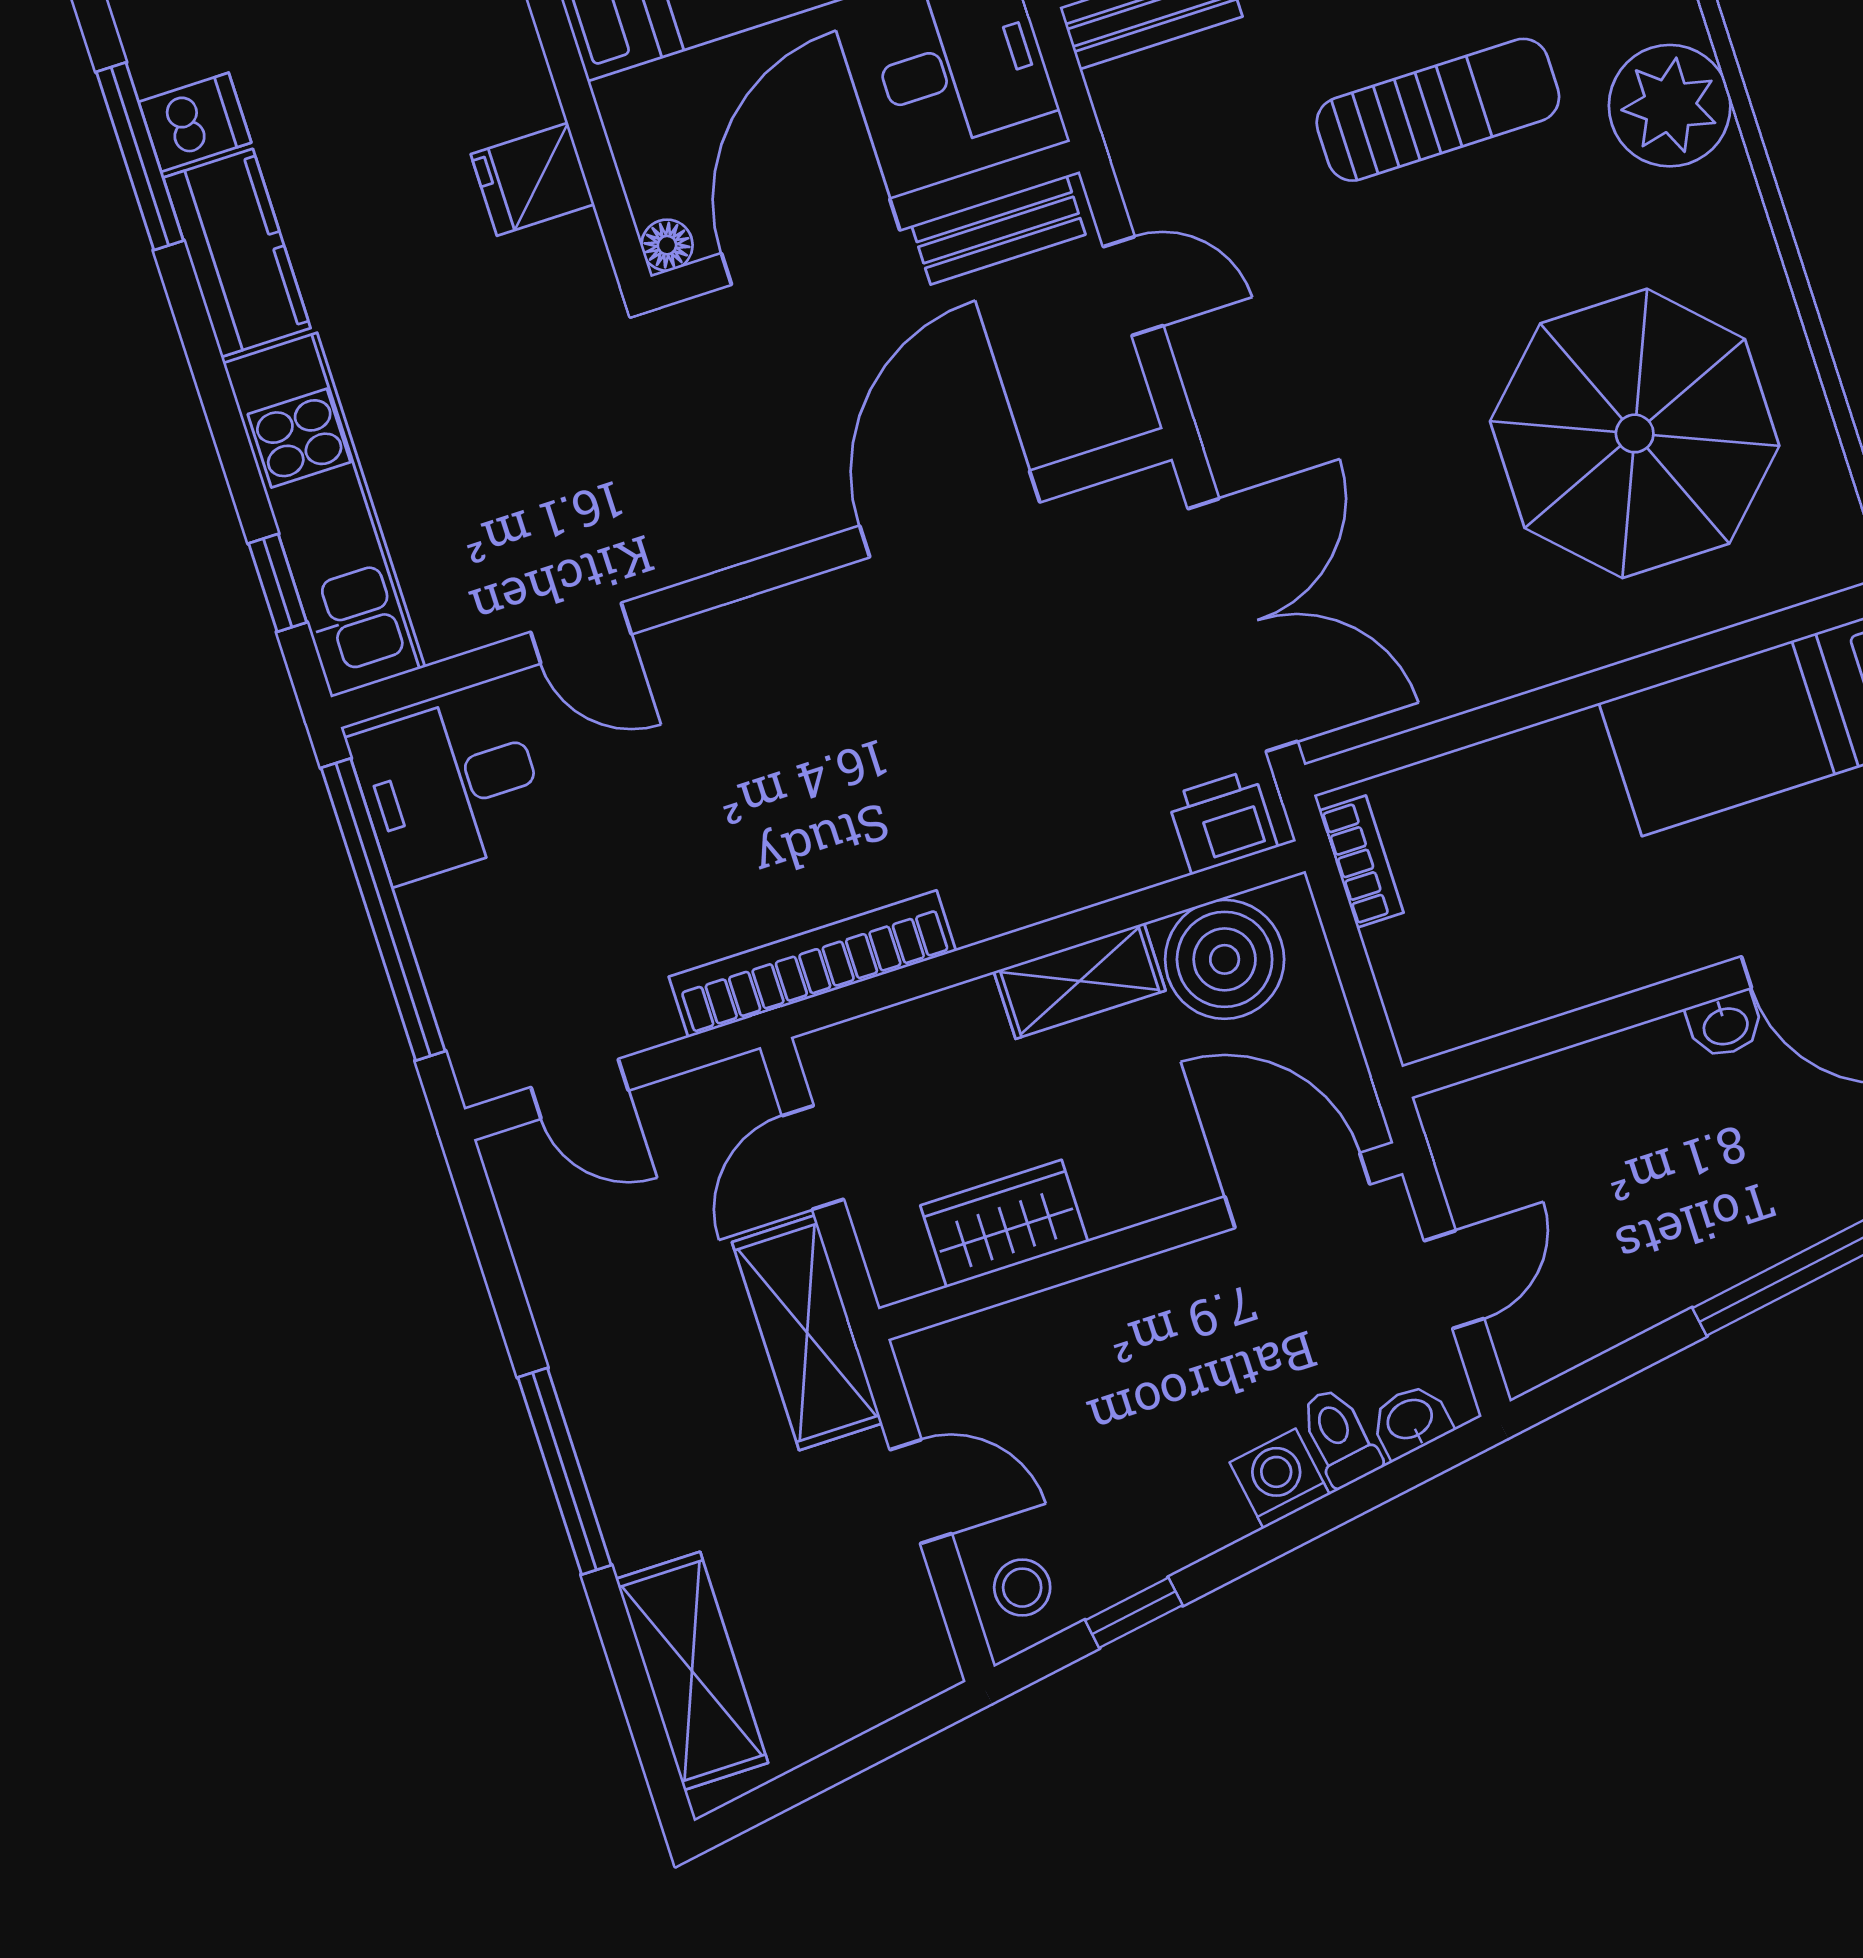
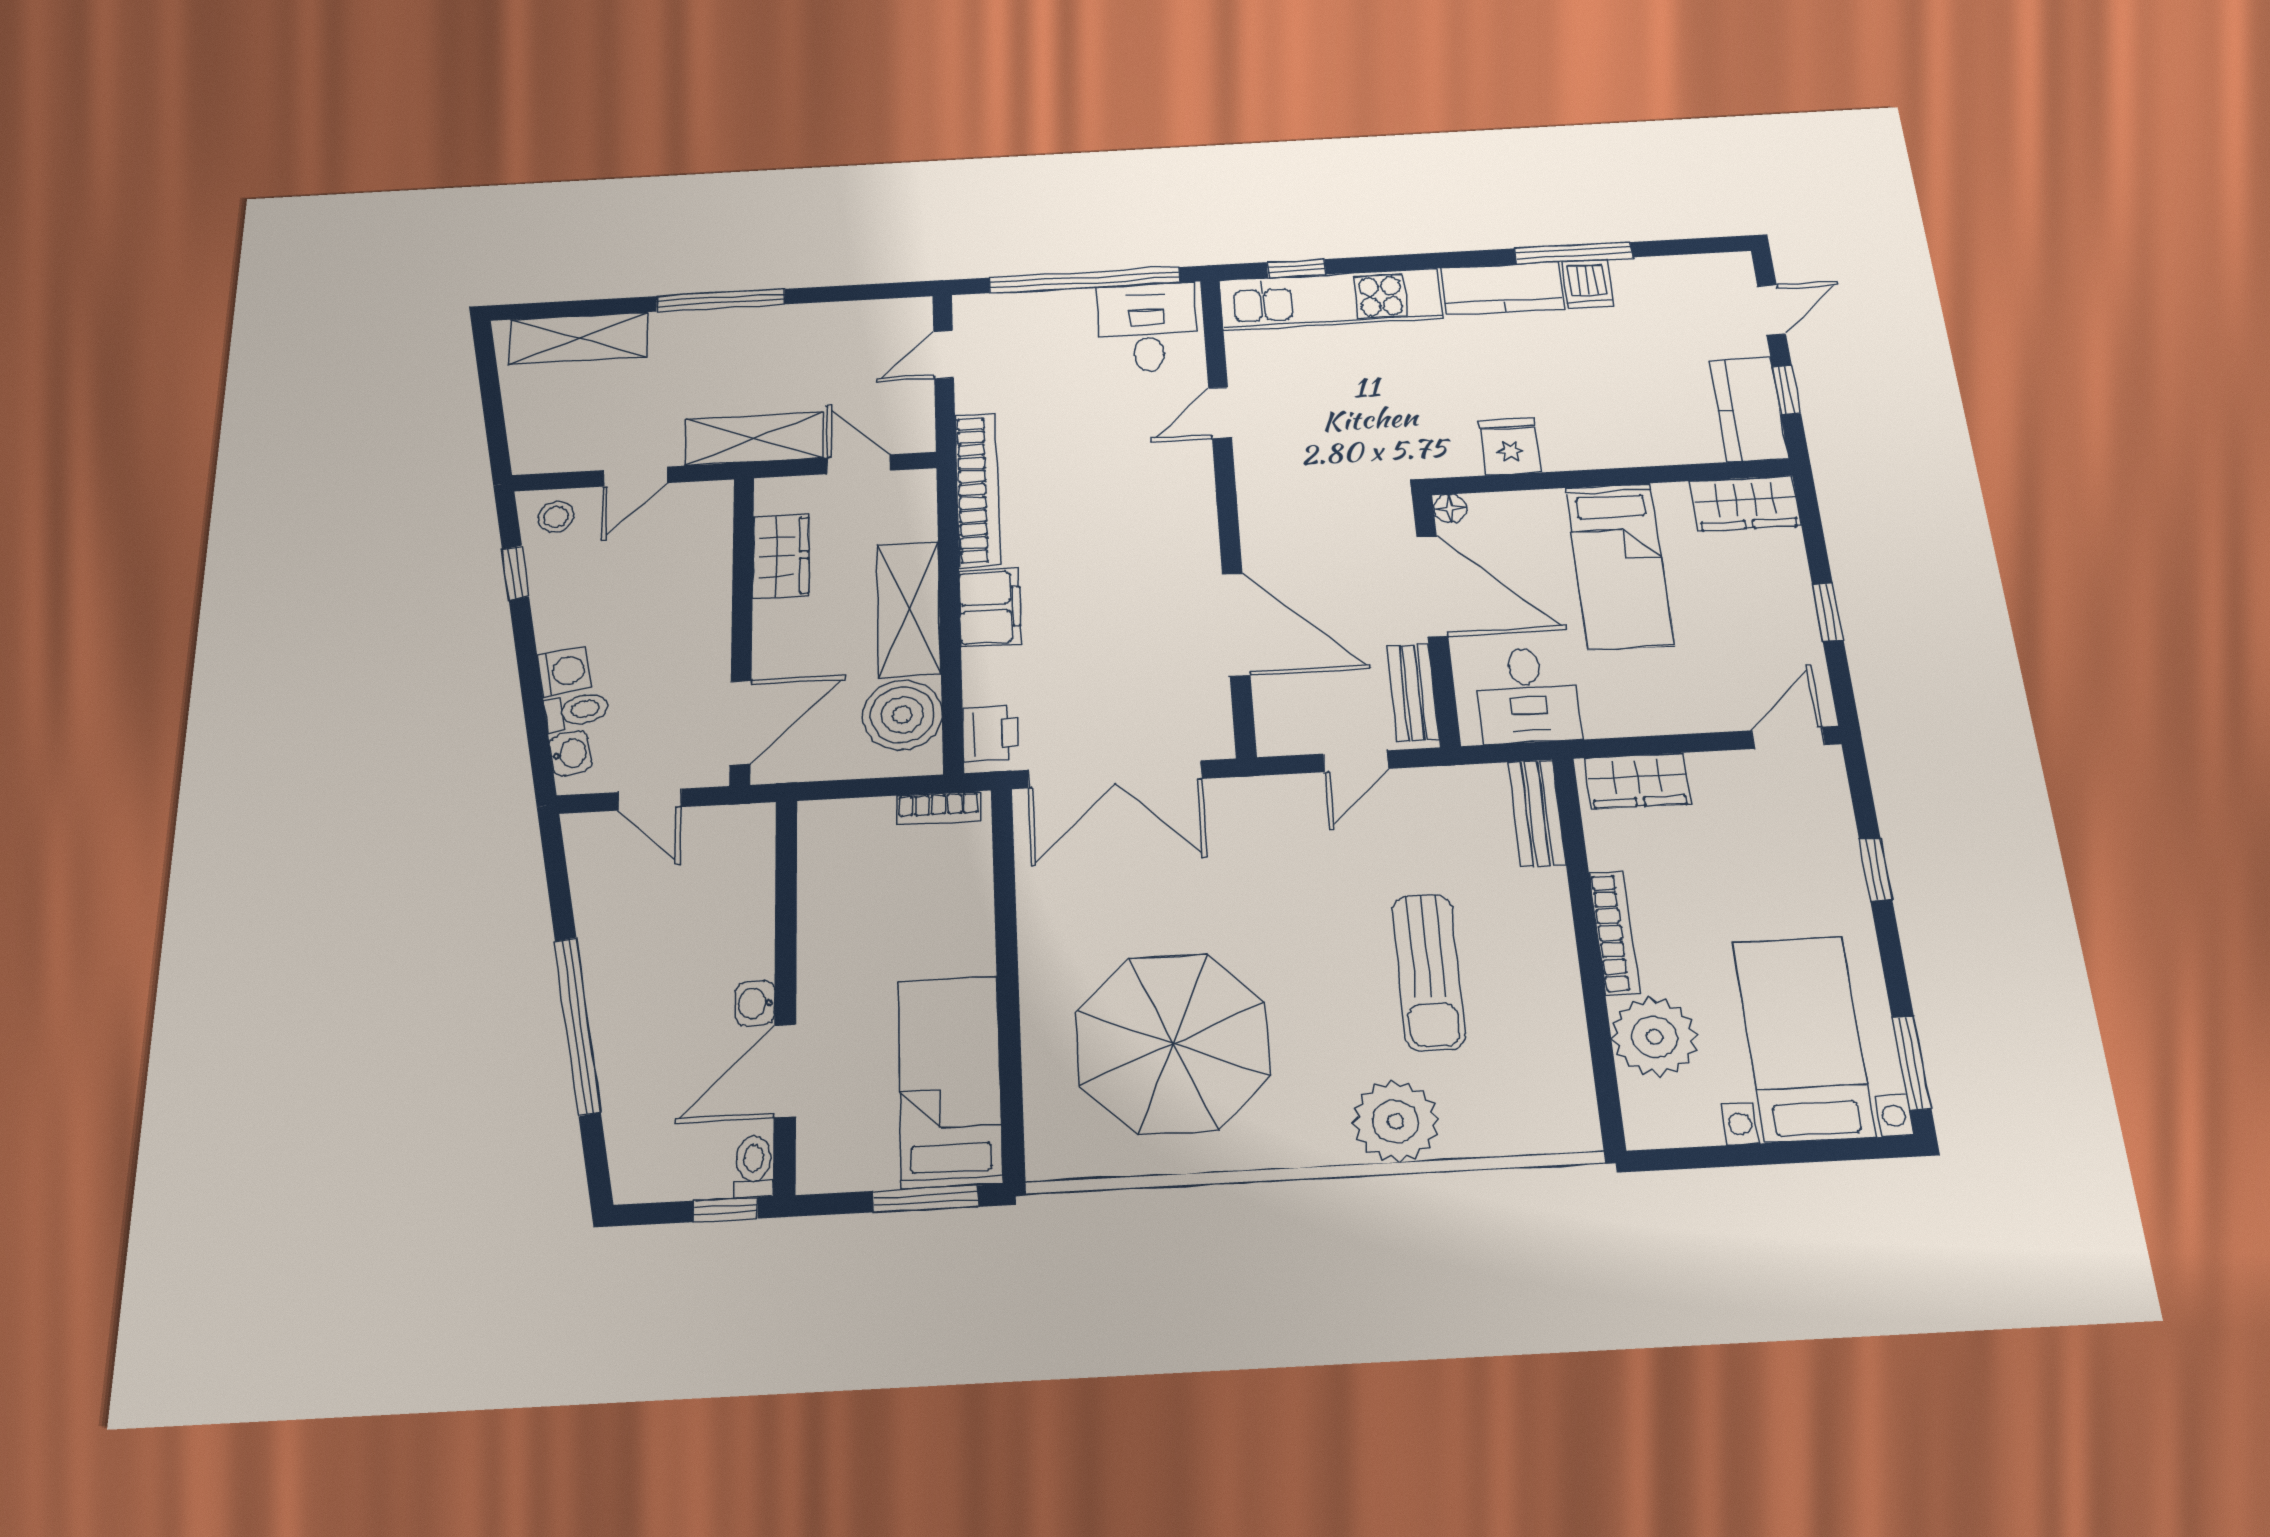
filing cabinet: (1013, 885) -> (990, 607), added
shelving: (1080, 981) -> (909, 609), width x1.50, depth x1.33

